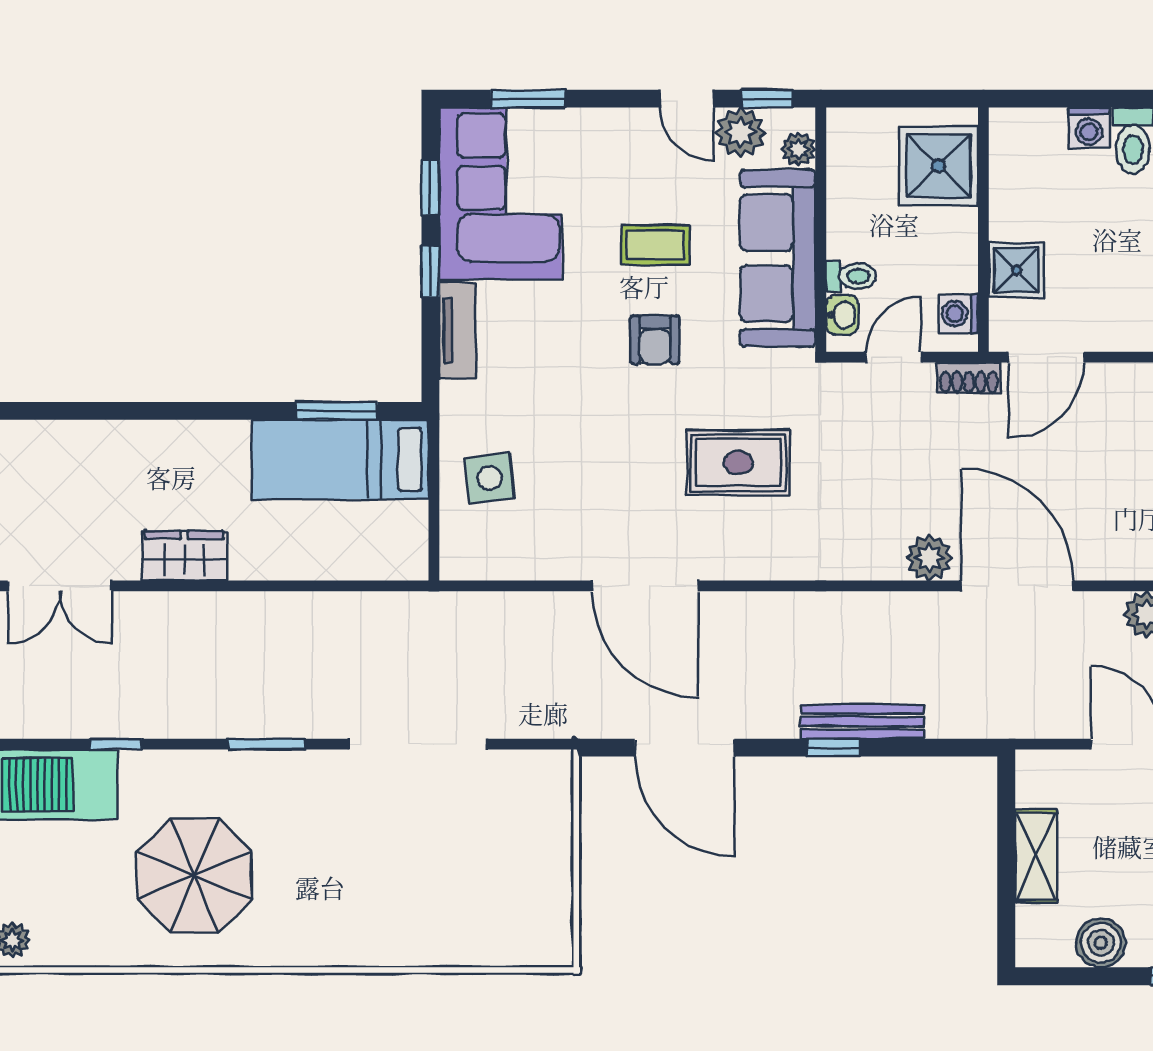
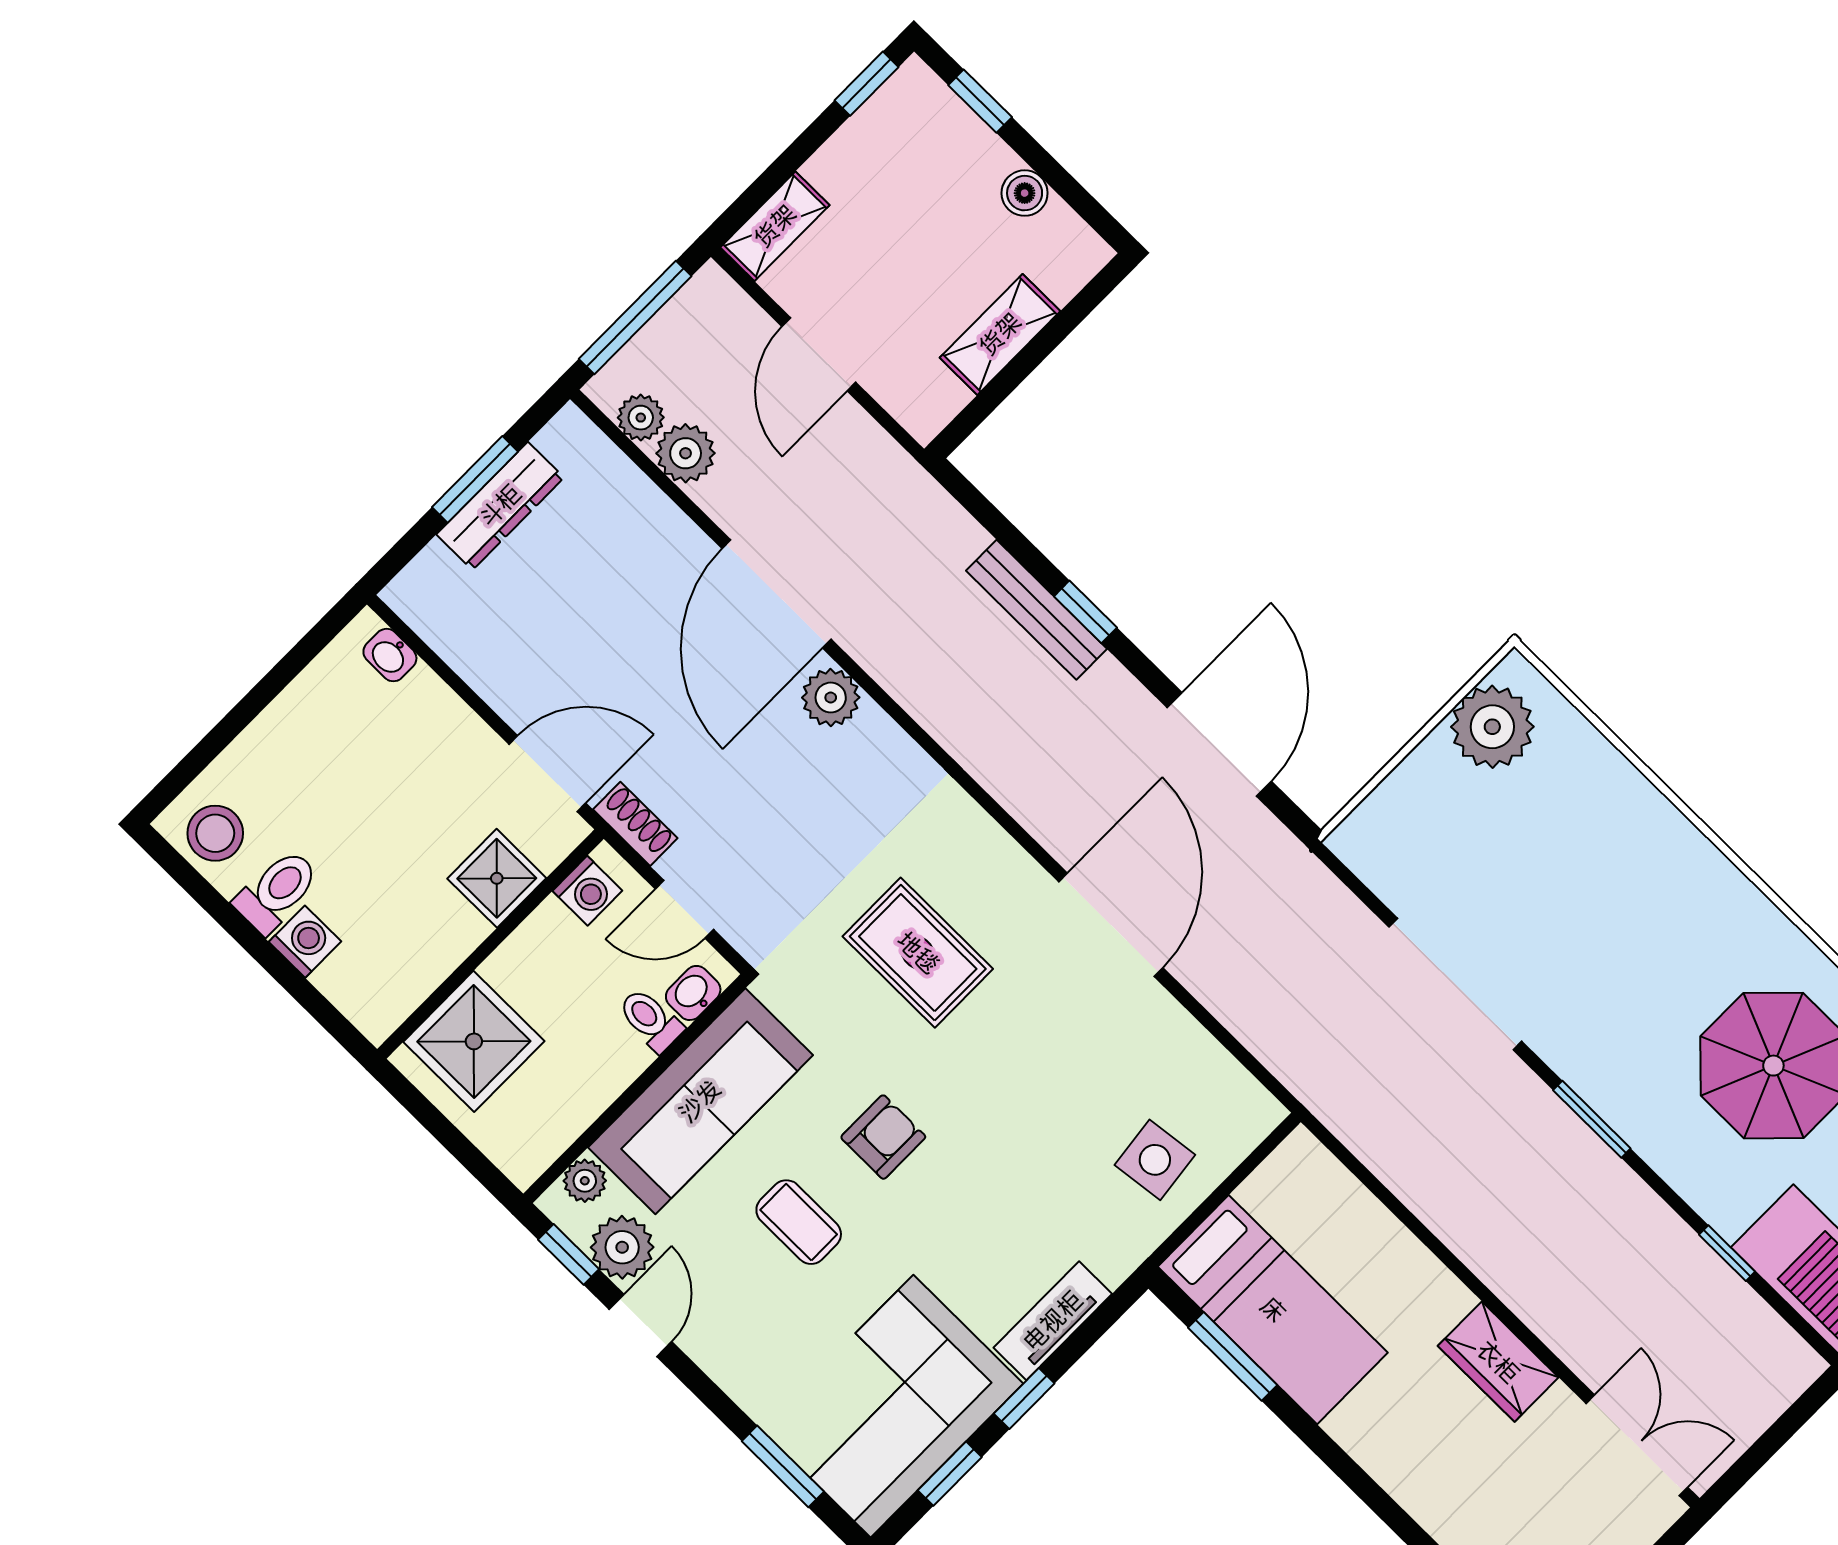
plant: (541, 910) -> (1492, 727), added
boiler: (1101, 943) -> (1025, 193), width x0.73, depth x0.73

